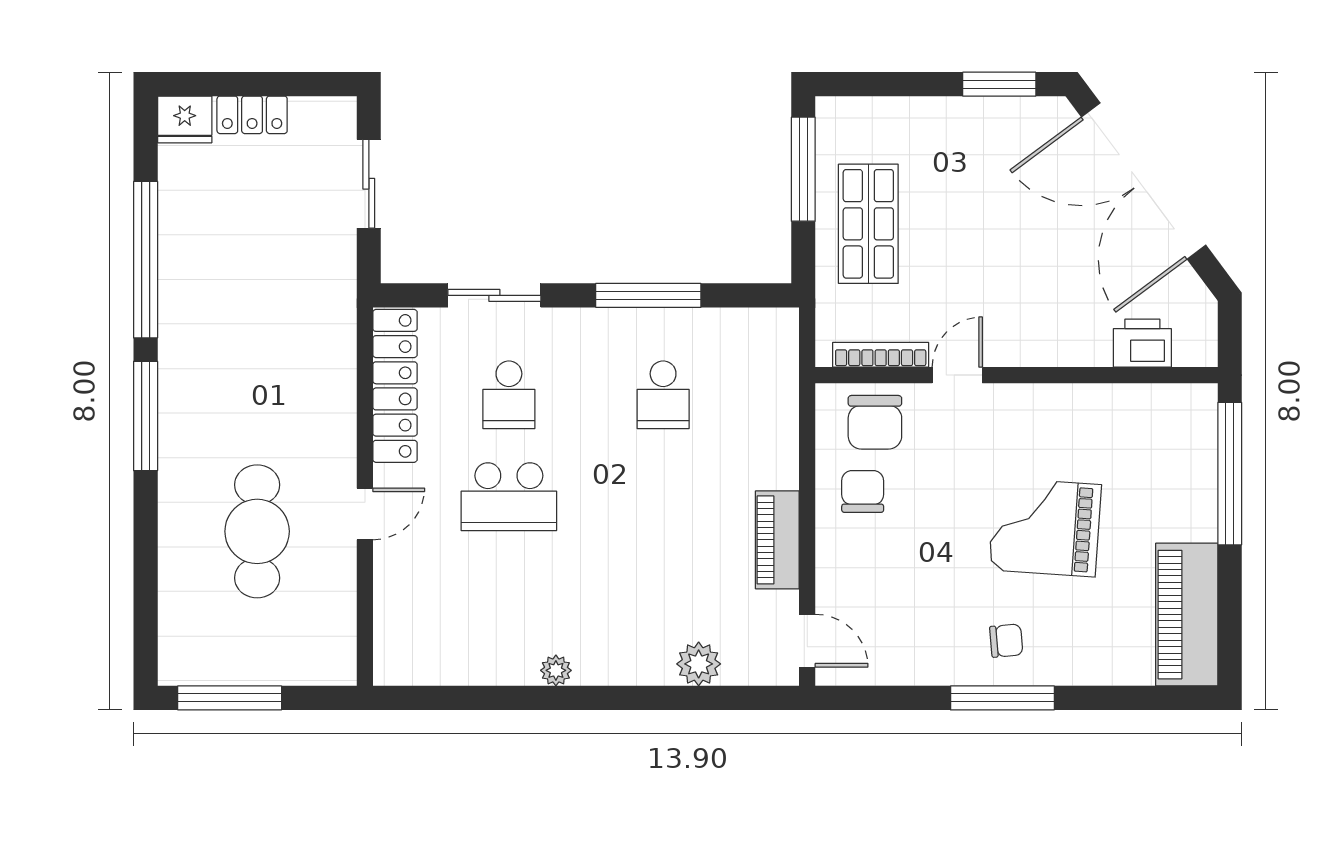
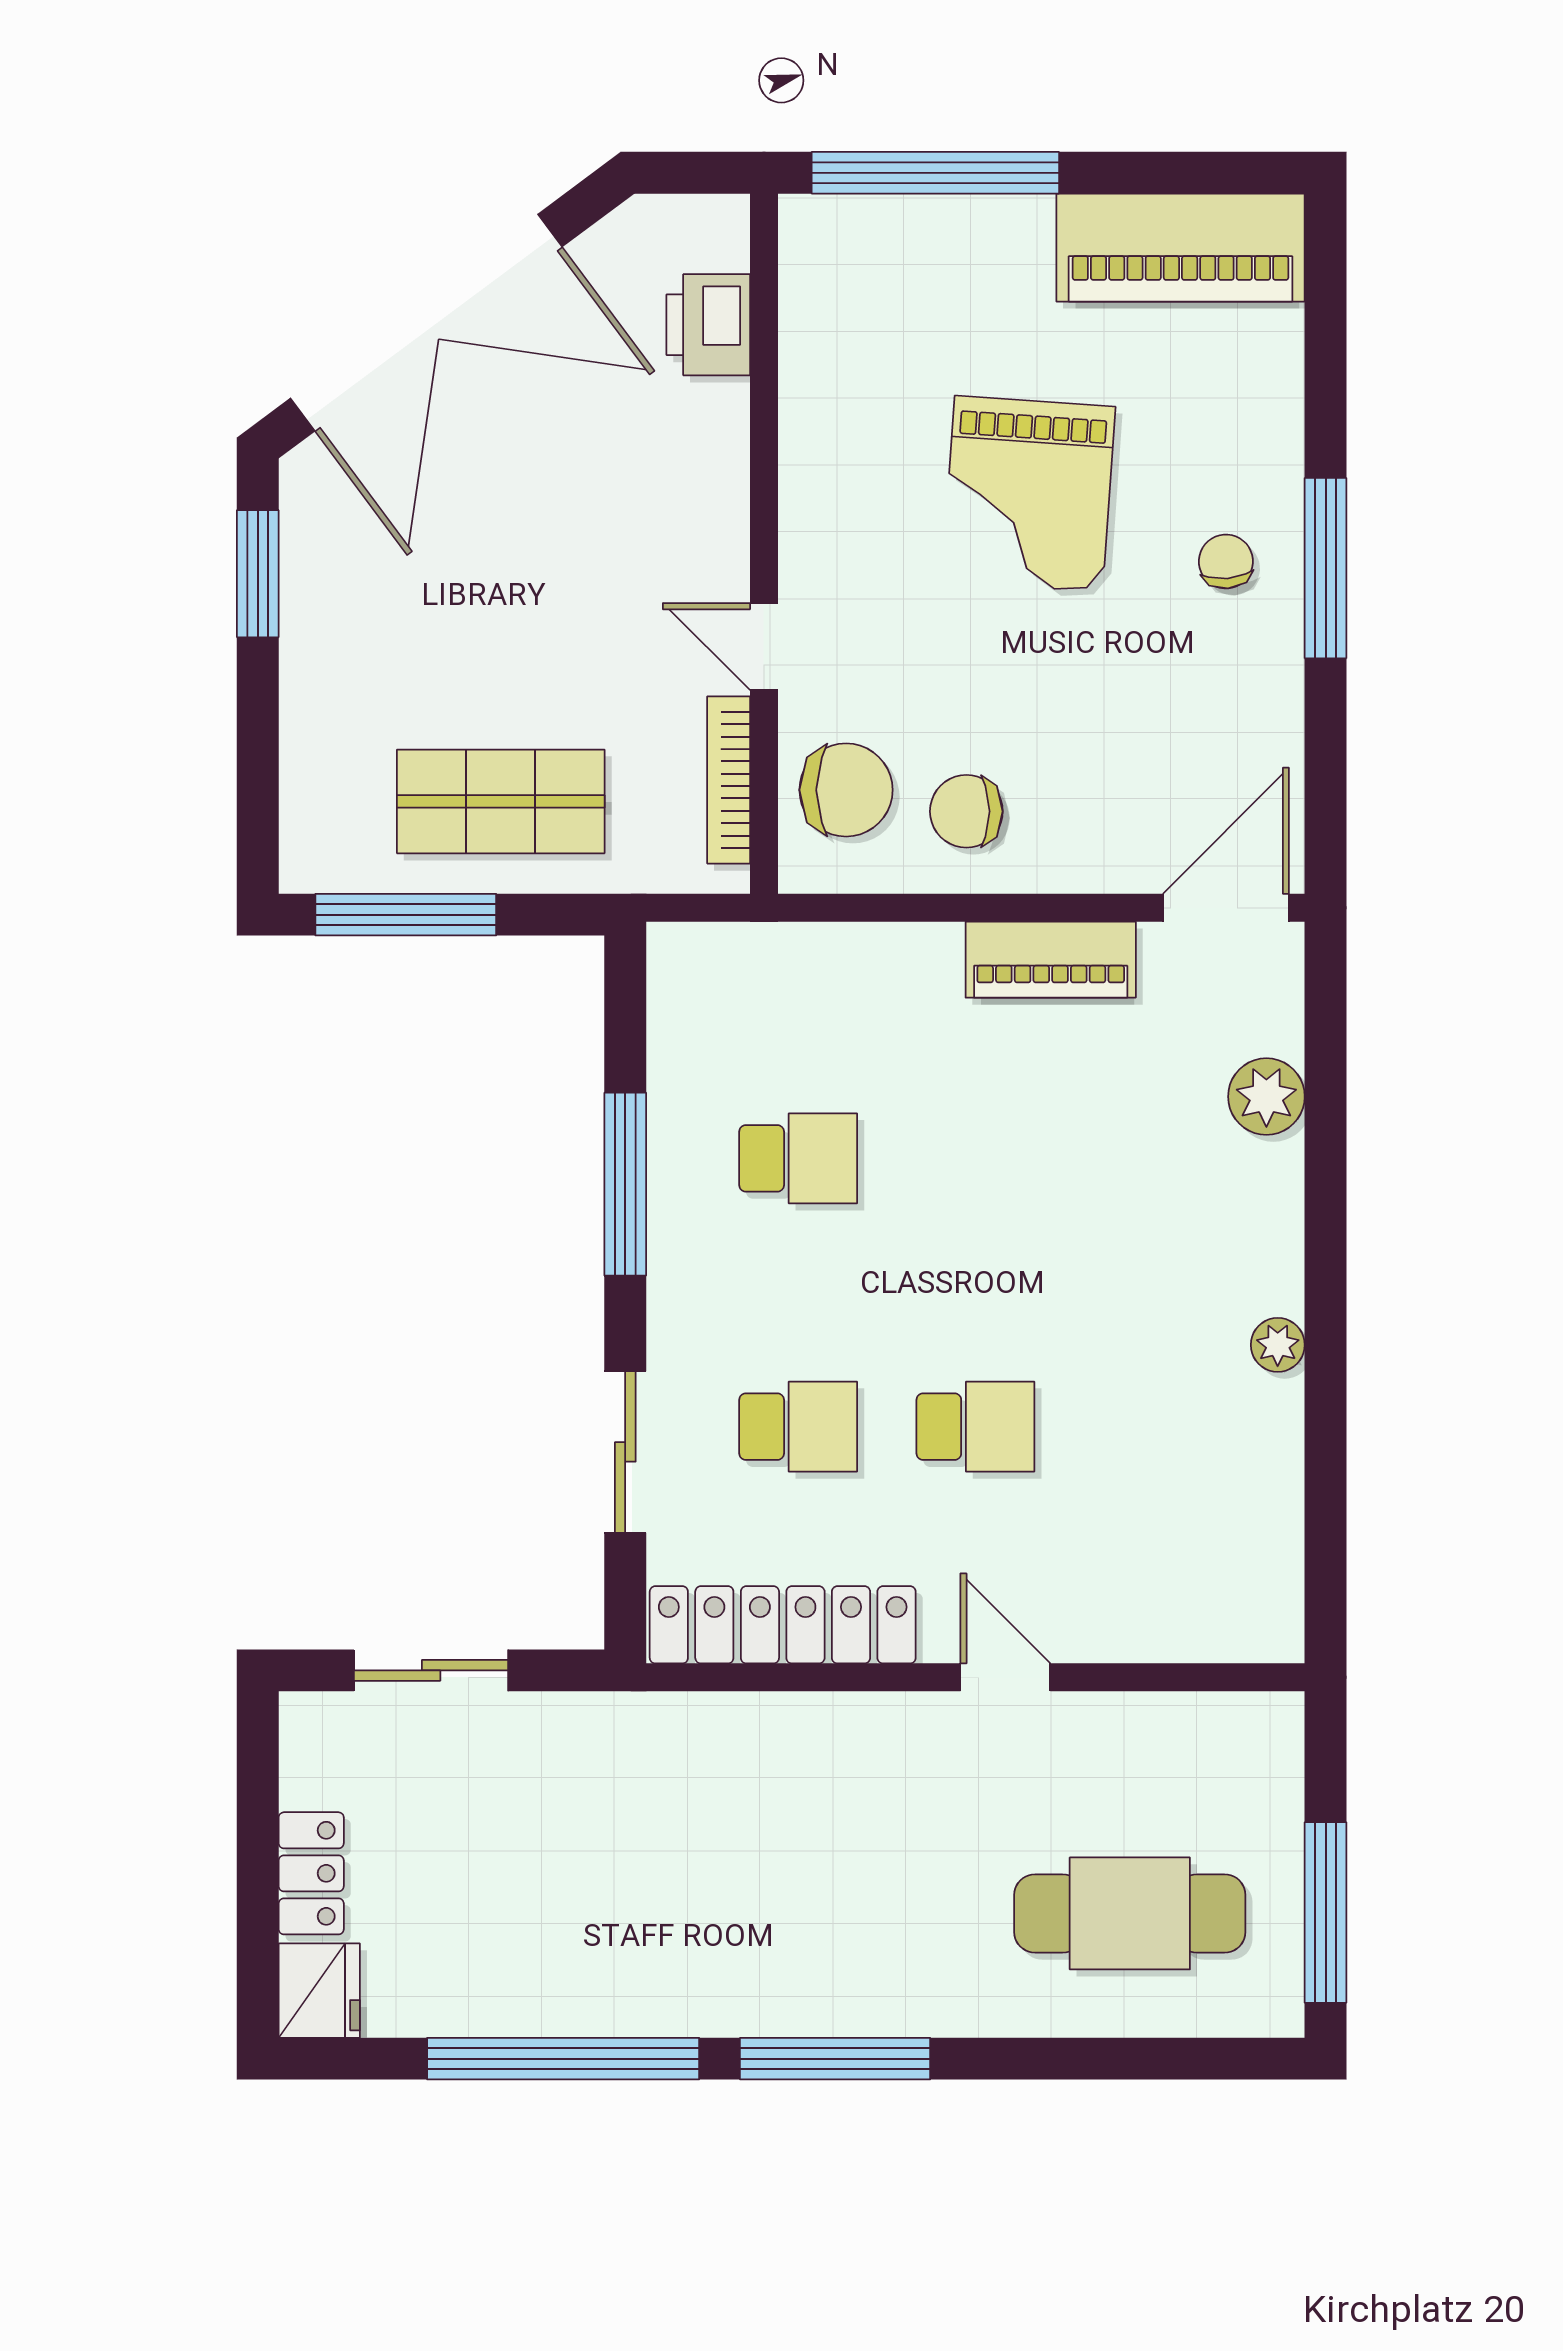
school desk: (509, 497) -> (975, 1427), width x0.54
cafe table: (257, 531) -> (1130, 1913), moved
door: (807, 641) -> (1226, 908), width x1.37

